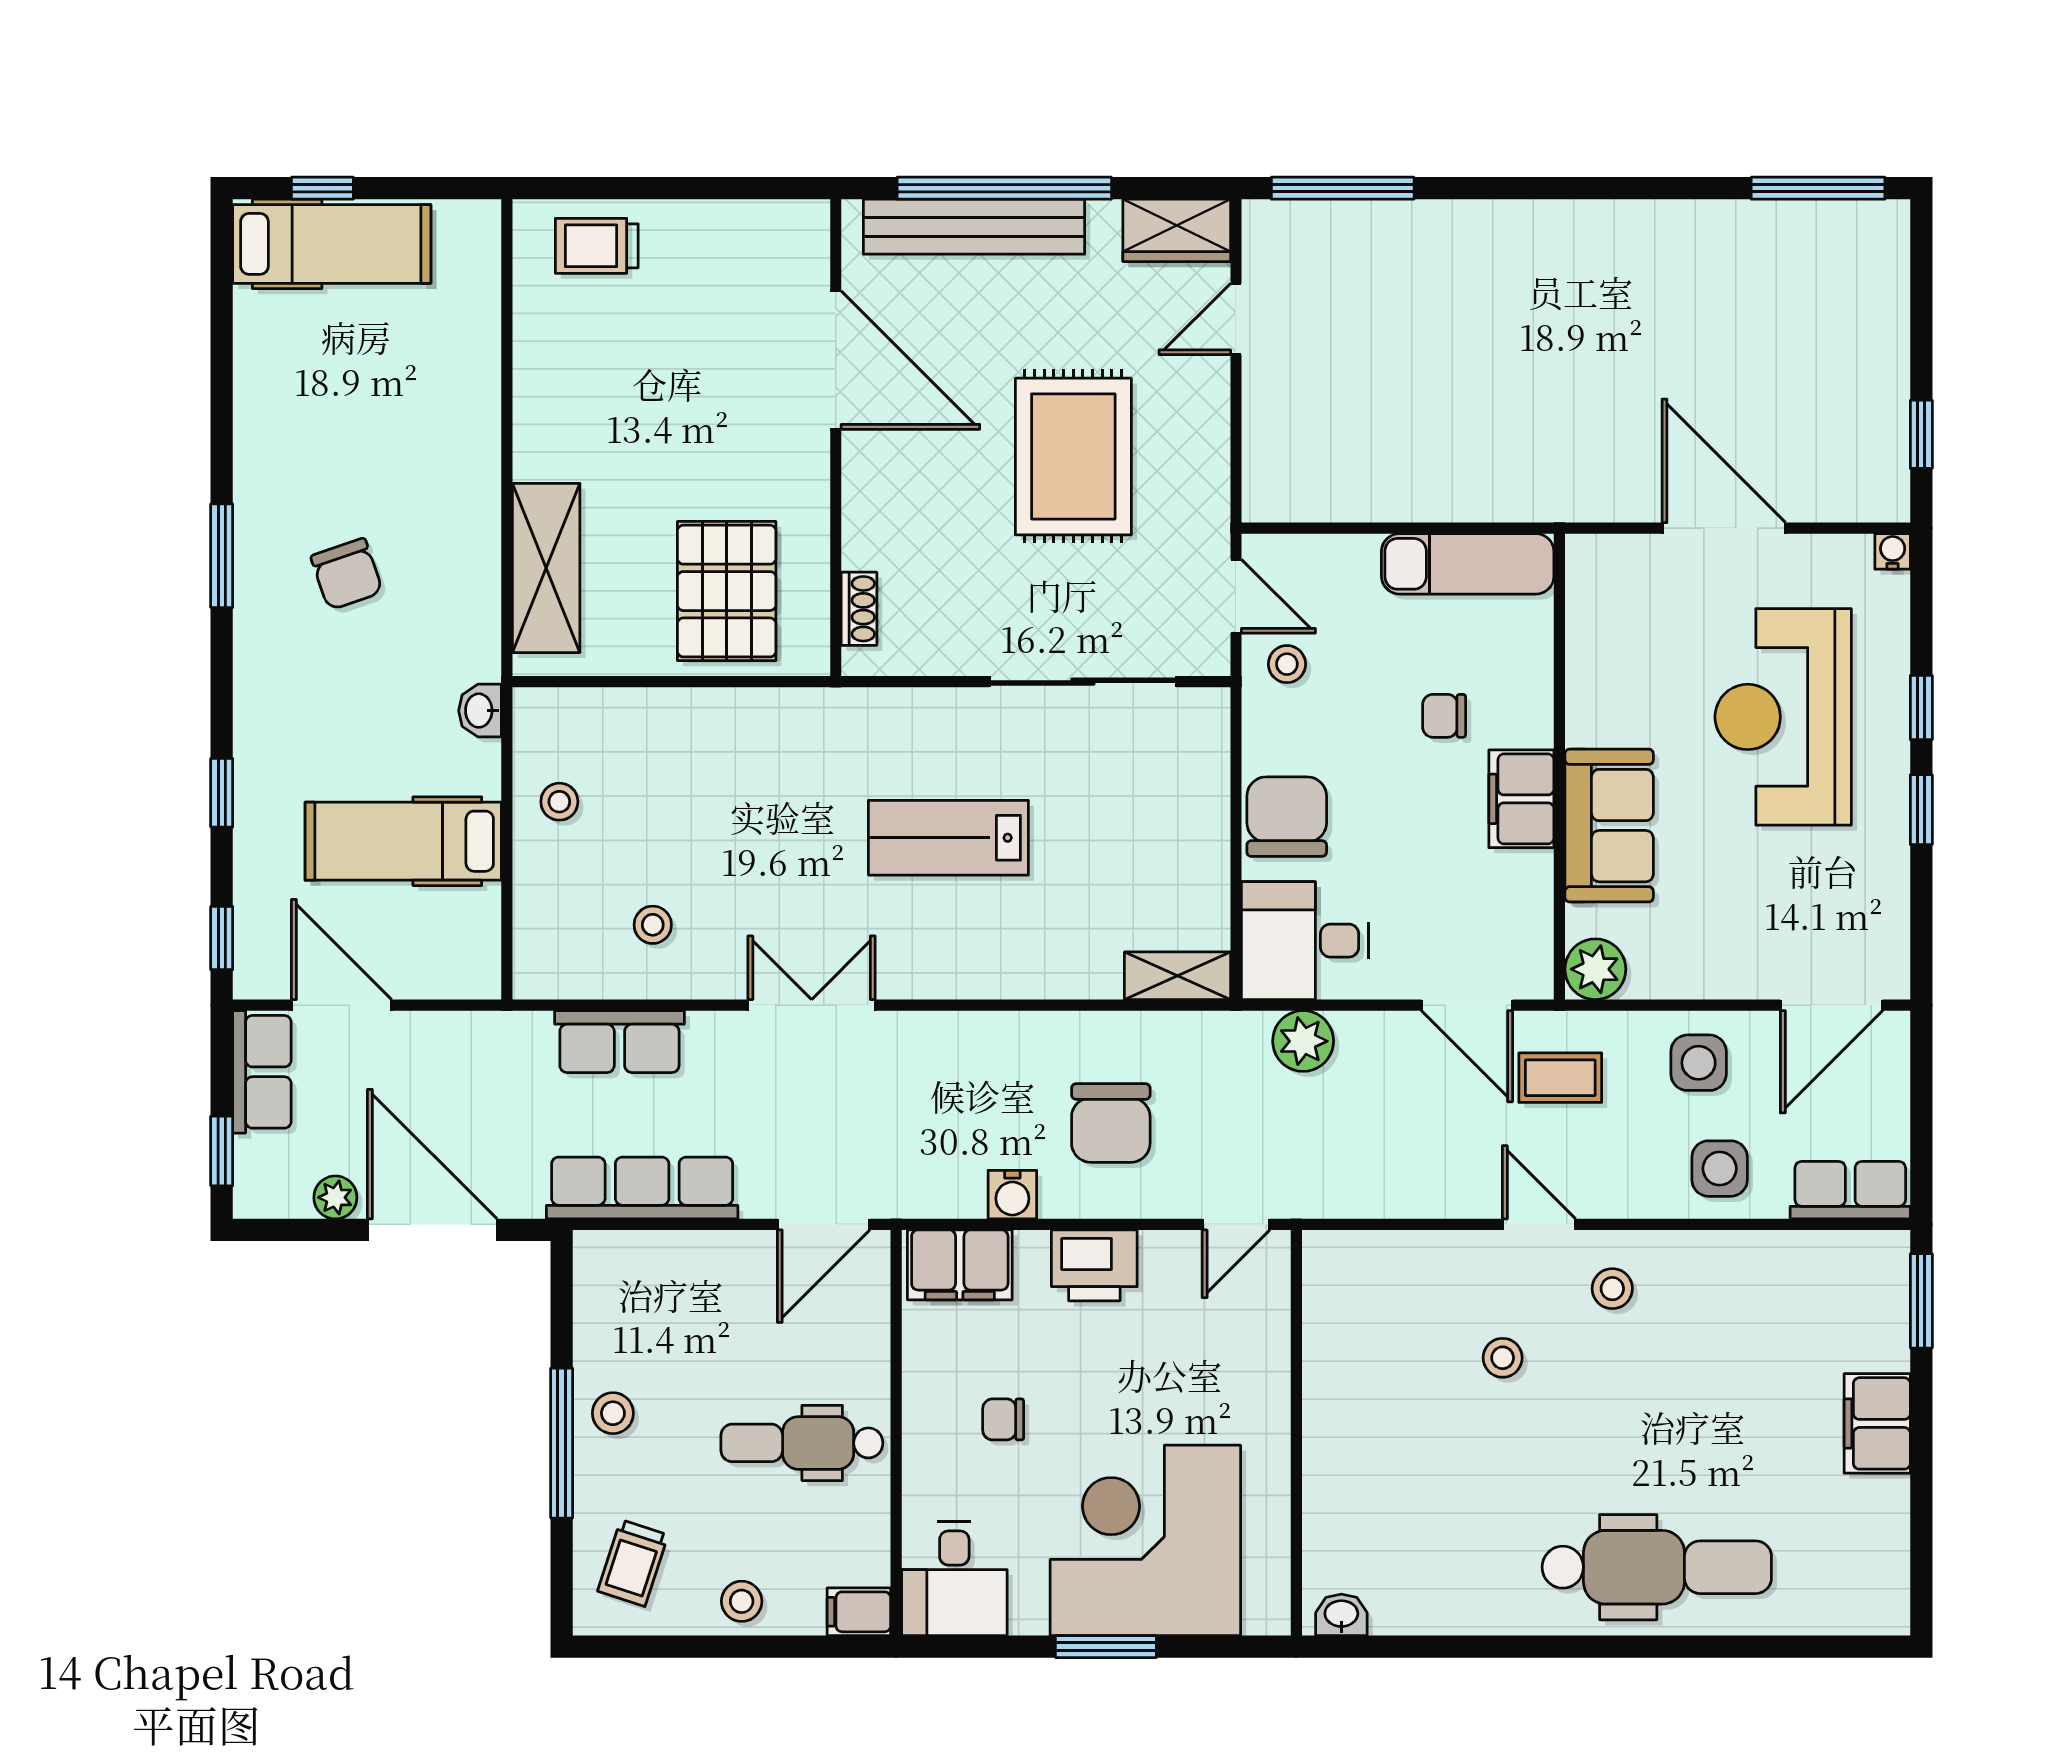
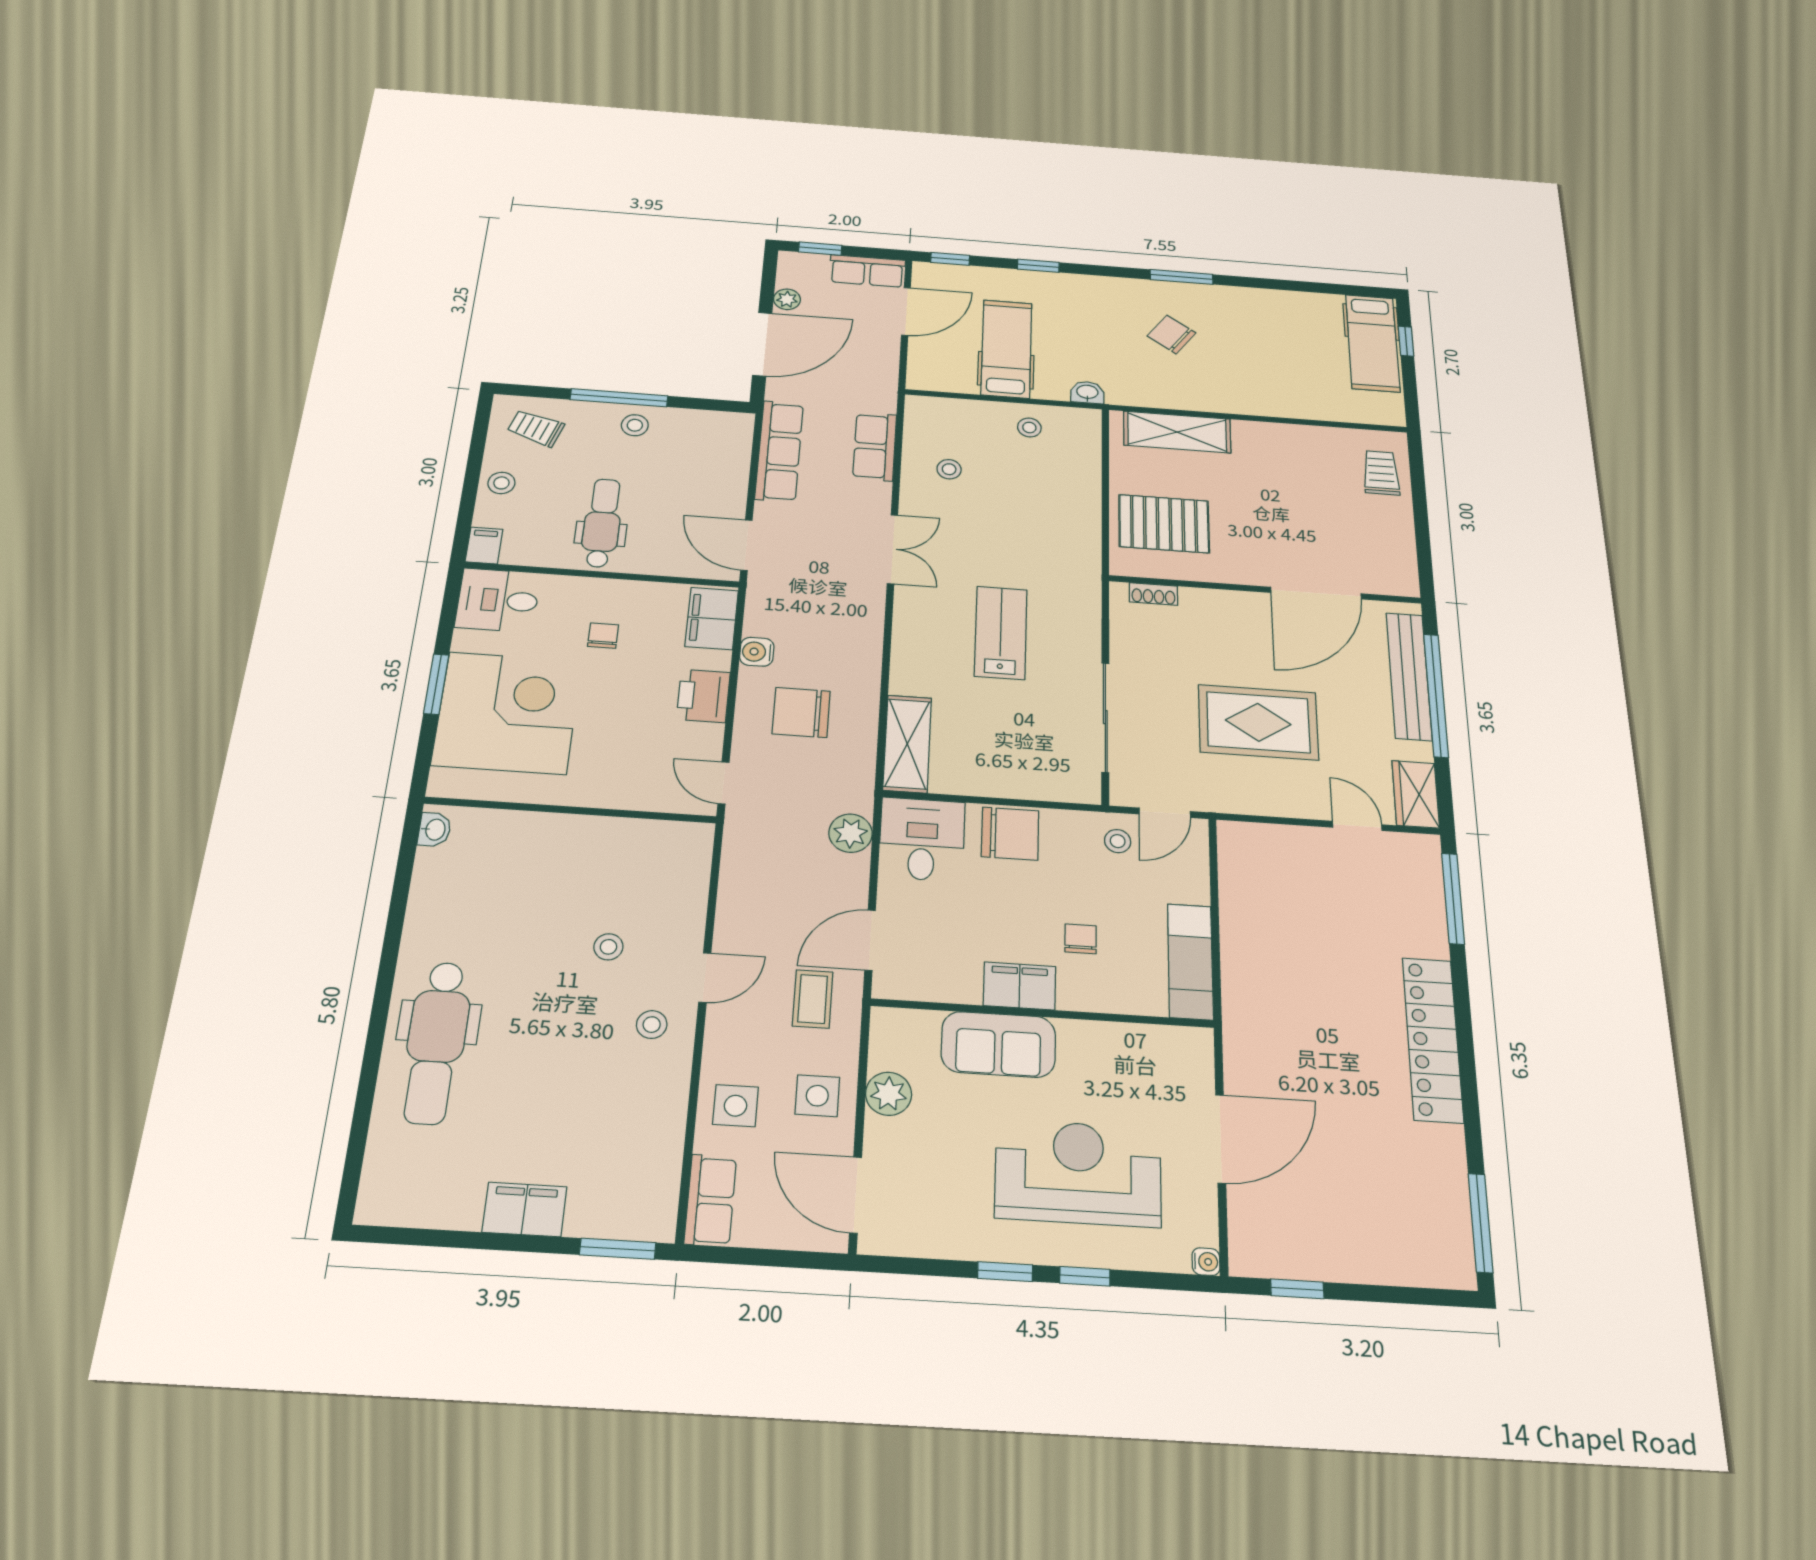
locker: (1561, 233) -> (1433, 1039), added
chair: (347, 574) -> (1172, 334), turned 54
plant: (1595, 969) -> (889, 1094), moved
shelving: (1177, 976) -> (907, 744), width x1.50, depth x1.33

